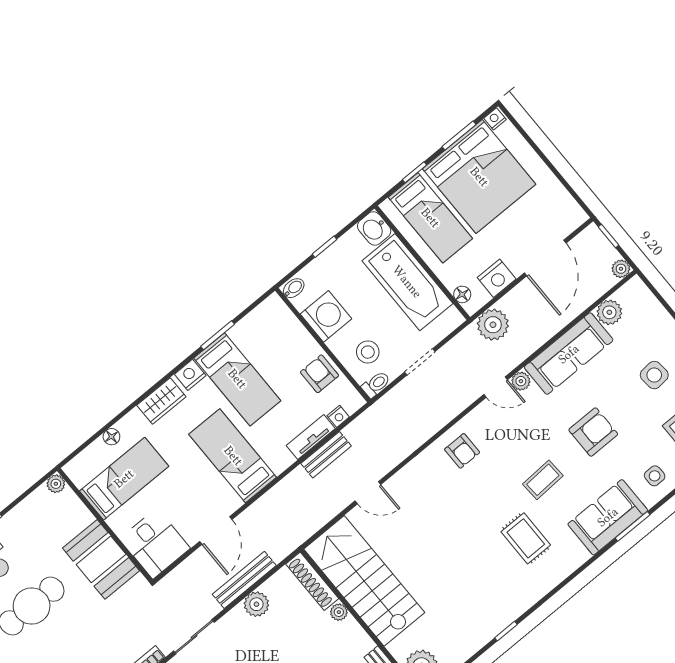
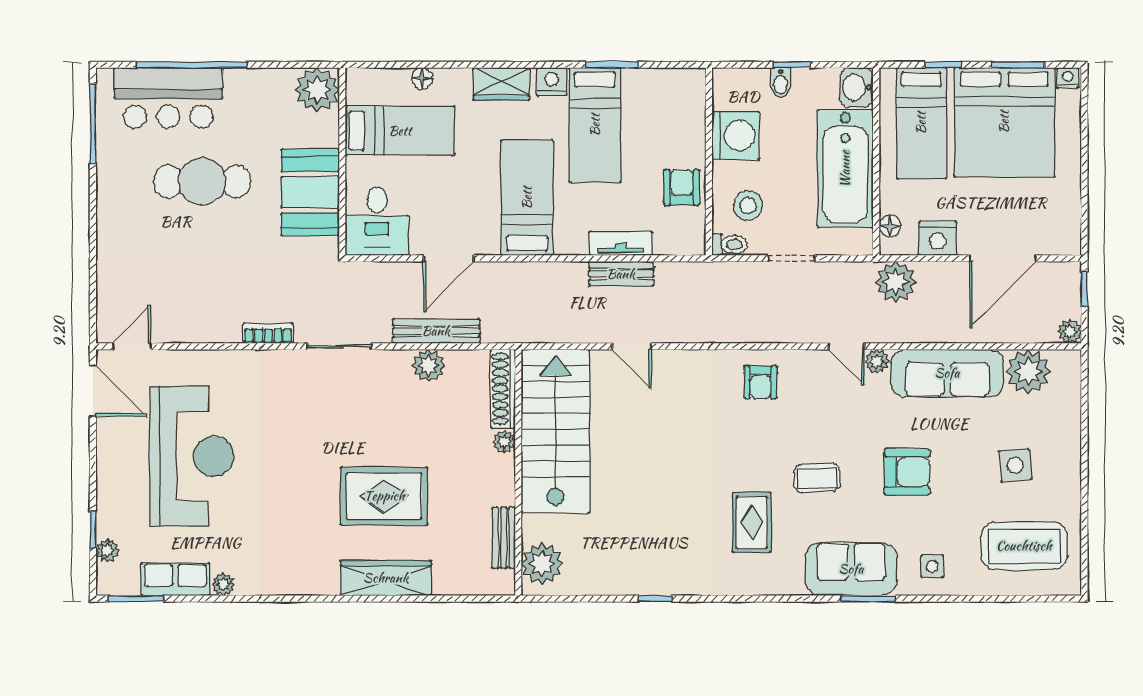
bidet: (294, 288) -> (781, 83), moved, turned 90
plant: (609, 312) -> (1028, 372), width x1.36, depth x1.36
nightstand: (338, 416) -> (665, 245), removed
plant: (56, 484) -> (317, 90), width x1.87, depth x1.87

